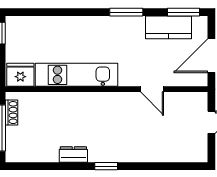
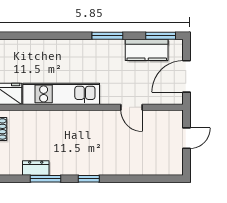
dresser: (73, 155) -> (36, 168), moved
window: (60, 166) -> (46, 179), added

